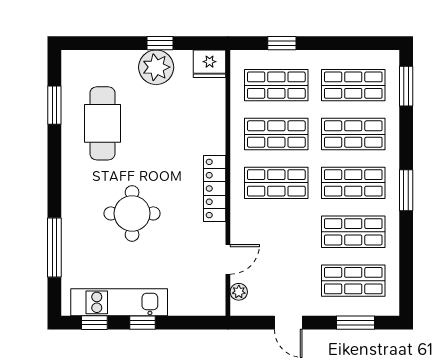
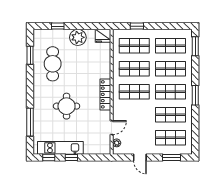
window: (160, 43) -> (58, 26), moved

